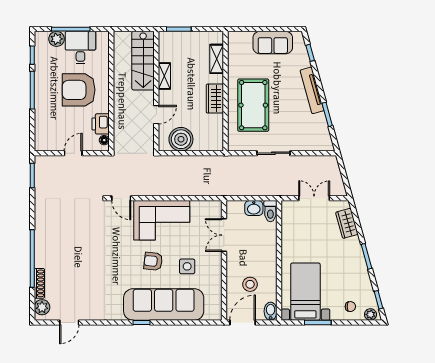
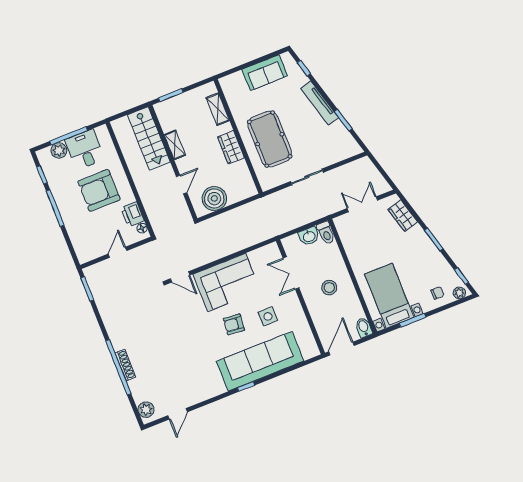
shoe rack: (39, 283) -> (125, 365), moved
stool: (250, 284) -> (329, 288), moved

